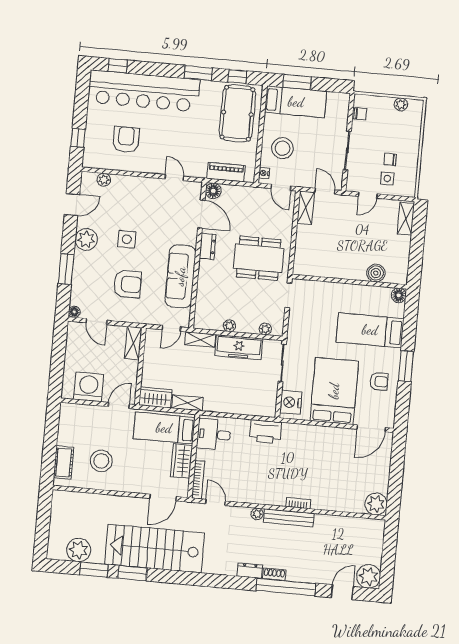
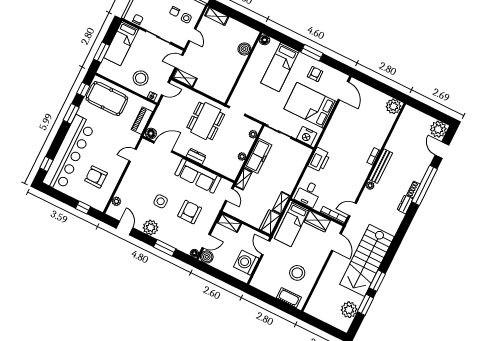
bed: (296, 102) -> (121, 43), moved, turned 180
dresser: (208, 246) -> (196, 156), moved
boiler: (76, 331) -> (207, 257), added

